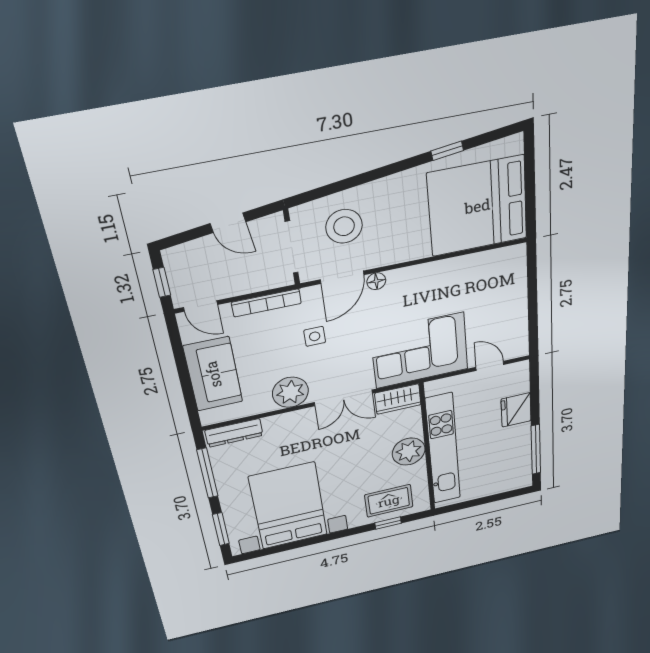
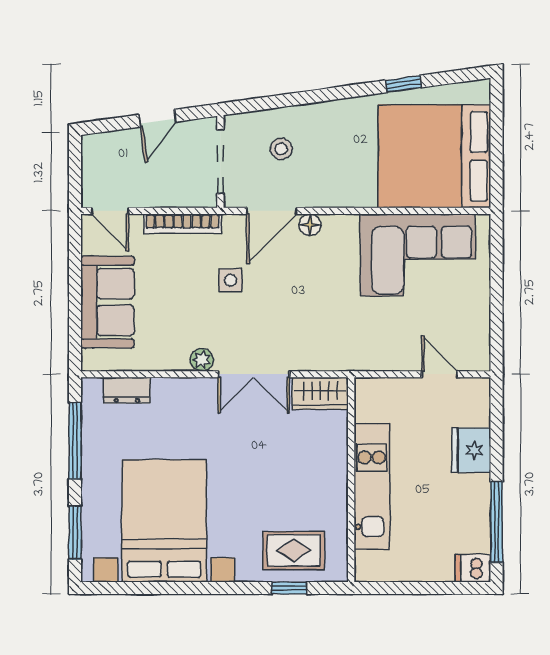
door: (228, 223) -> (157, 118), hinge flipped
stool: (344, 226) -> (281, 149), width x0.53, depth x0.53
window: (162, 282) -> (75, 173), removed
corner sofa: (420, 351) -> (418, 255), moved, turned 180
plant: (290, 392) -> (202, 360), width x0.53, depth x0.53
dresser: (234, 433) -> (127, 390), width x0.70
kitchen unit: (443, 449) -> (372, 486), width x0.73
plant: (409, 452) -> (327, 478), removed
dishwasher: (520, 481) -> (473, 568), added

